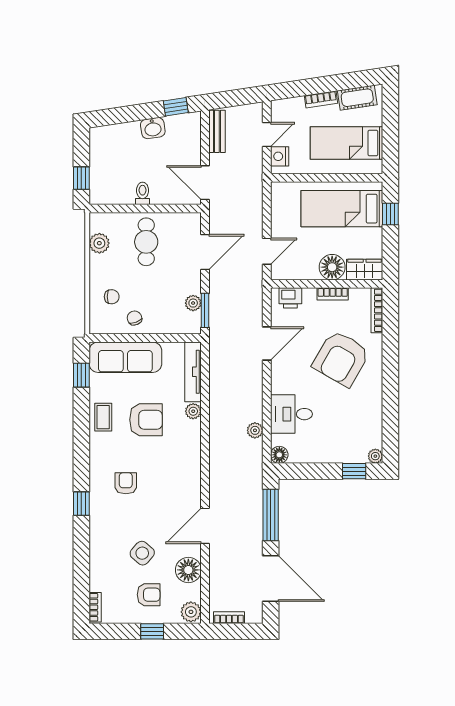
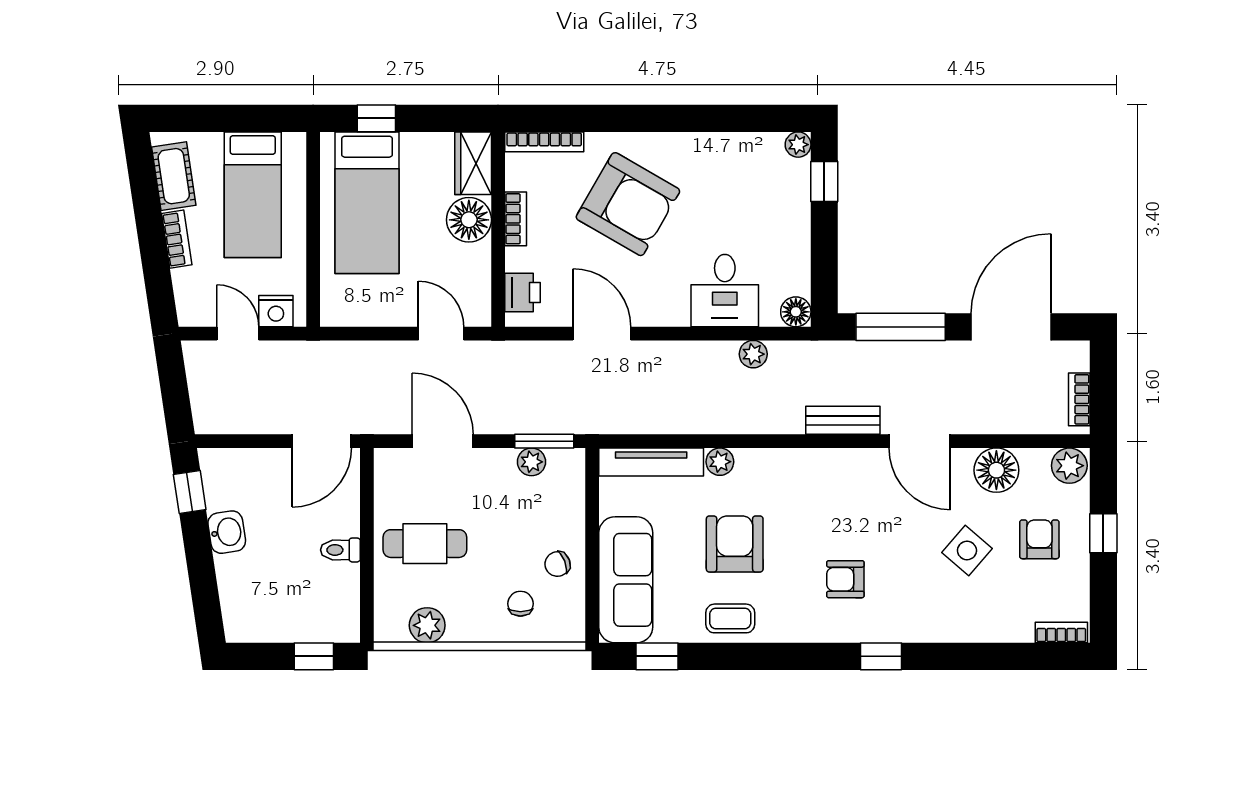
bench: (217, 131) -> (843, 420), moved

